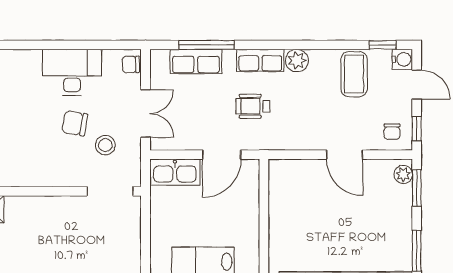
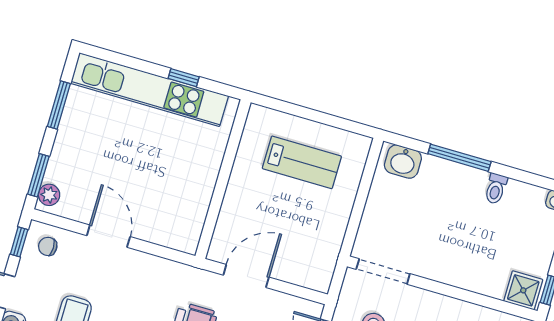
chair: (392, 132) -> (48, 246), turned -90
kitchen sink: (175, 172) -> (304, 272), removed

